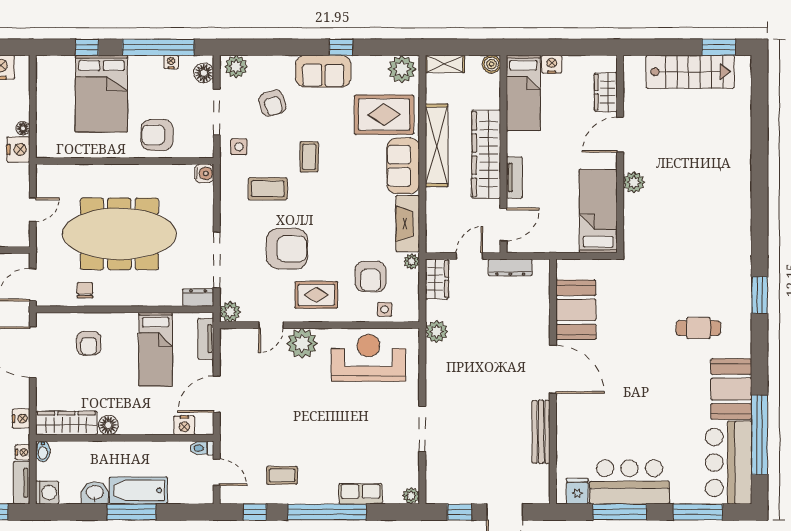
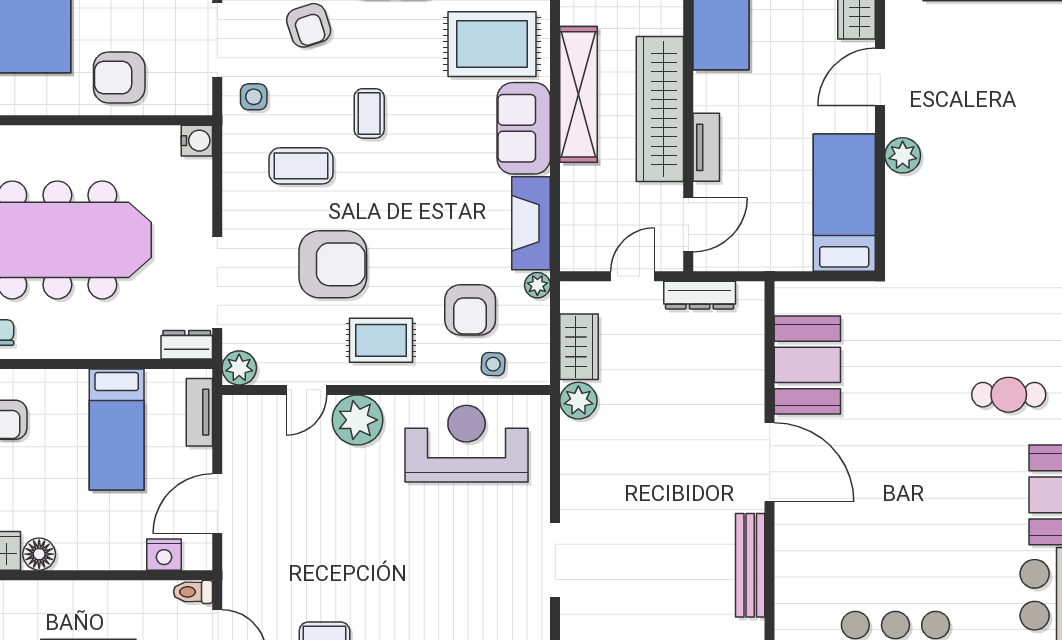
wardrobe: (437, 279) -> (579, 347), moved

